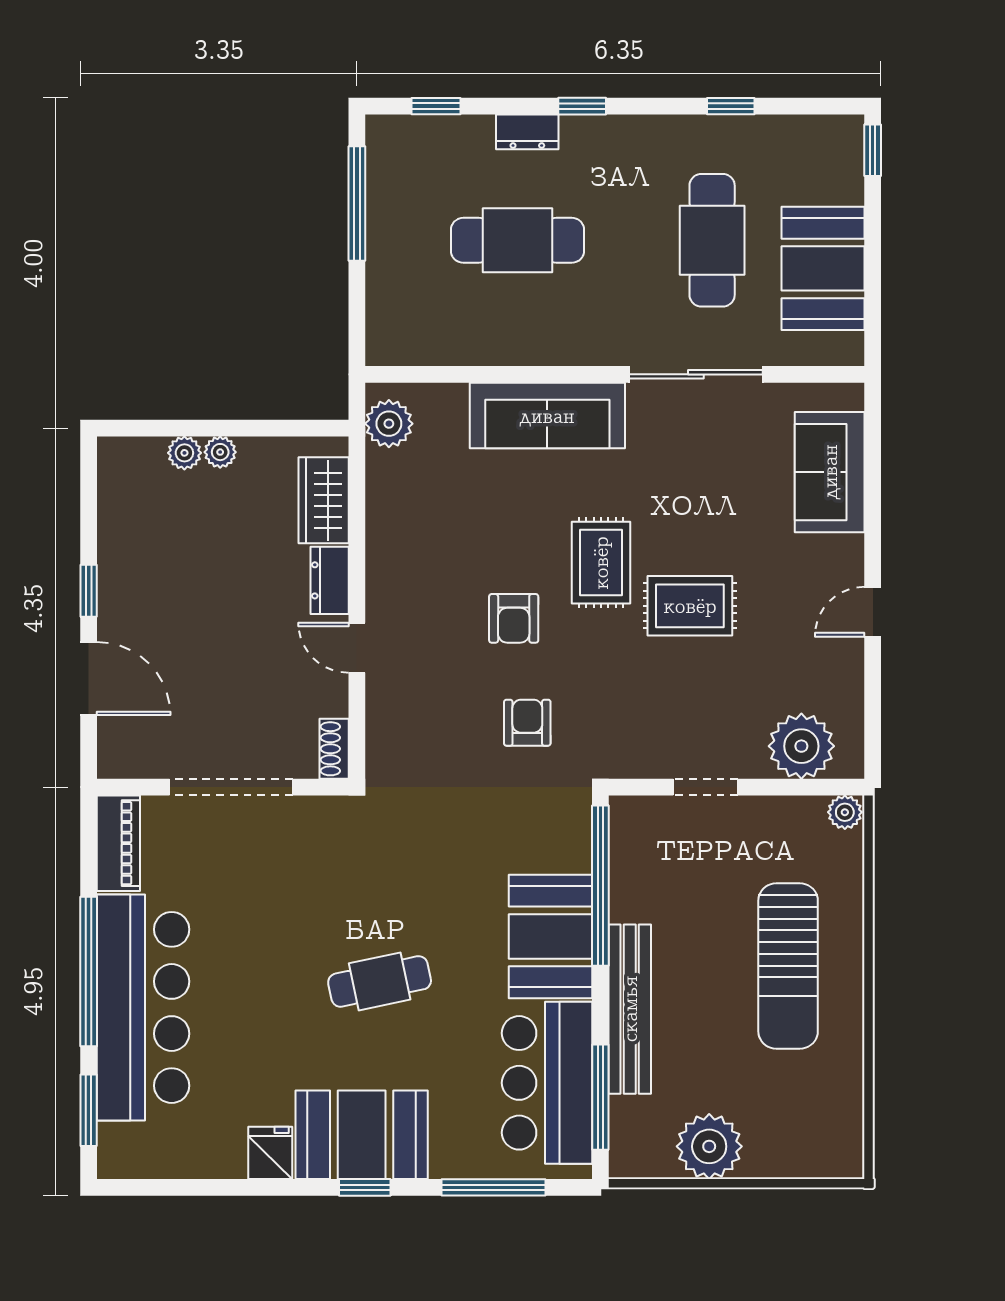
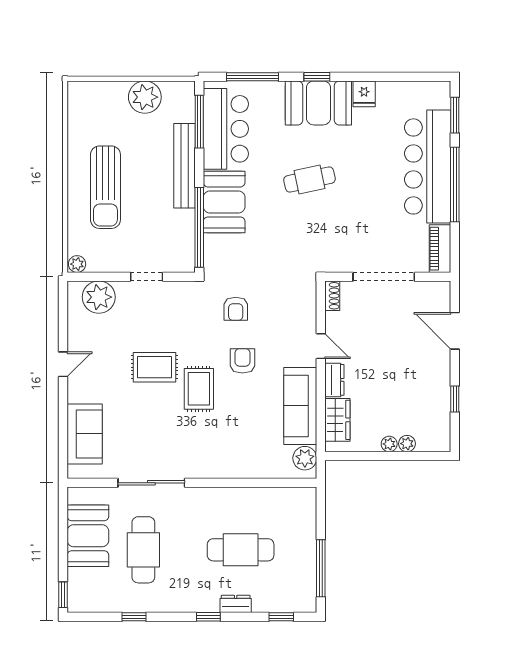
sofa: (547, 416) -> (300, 406), moved, turned -90
window: (89, 591) -> (455, 399), moved
sun lounger: (788, 966) -> (105, 187), turned 180

